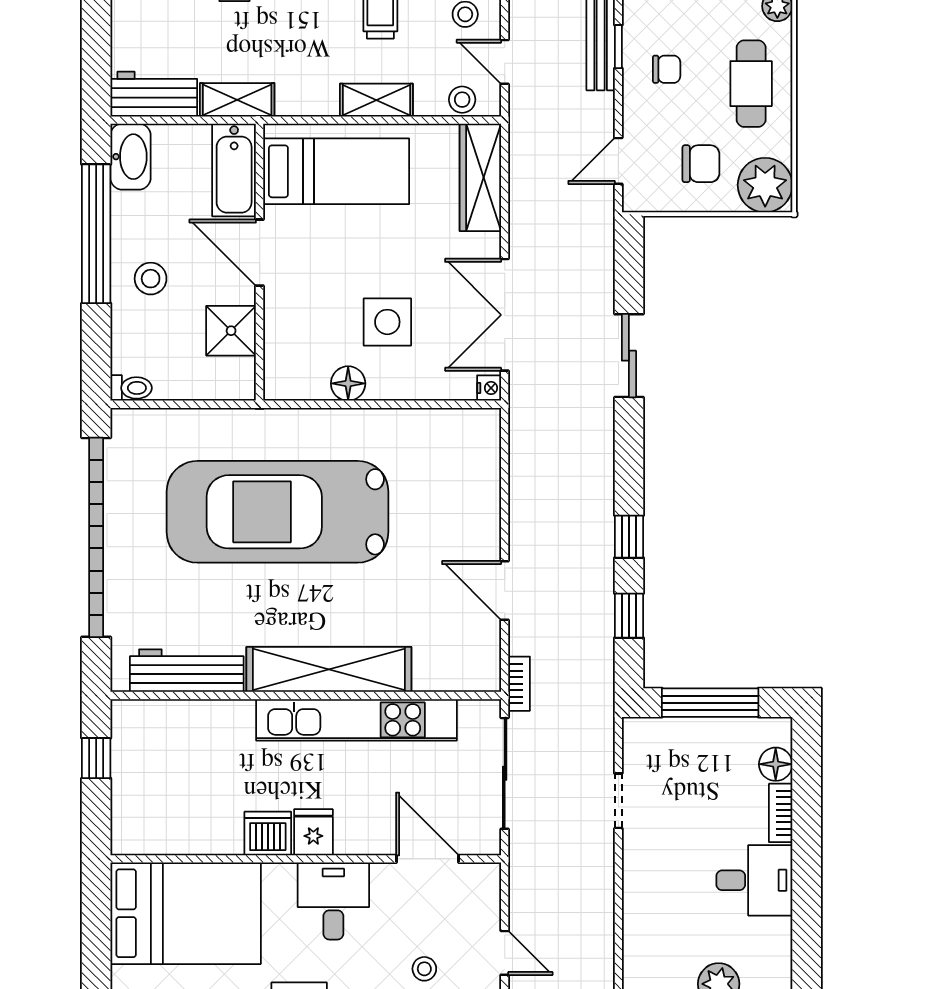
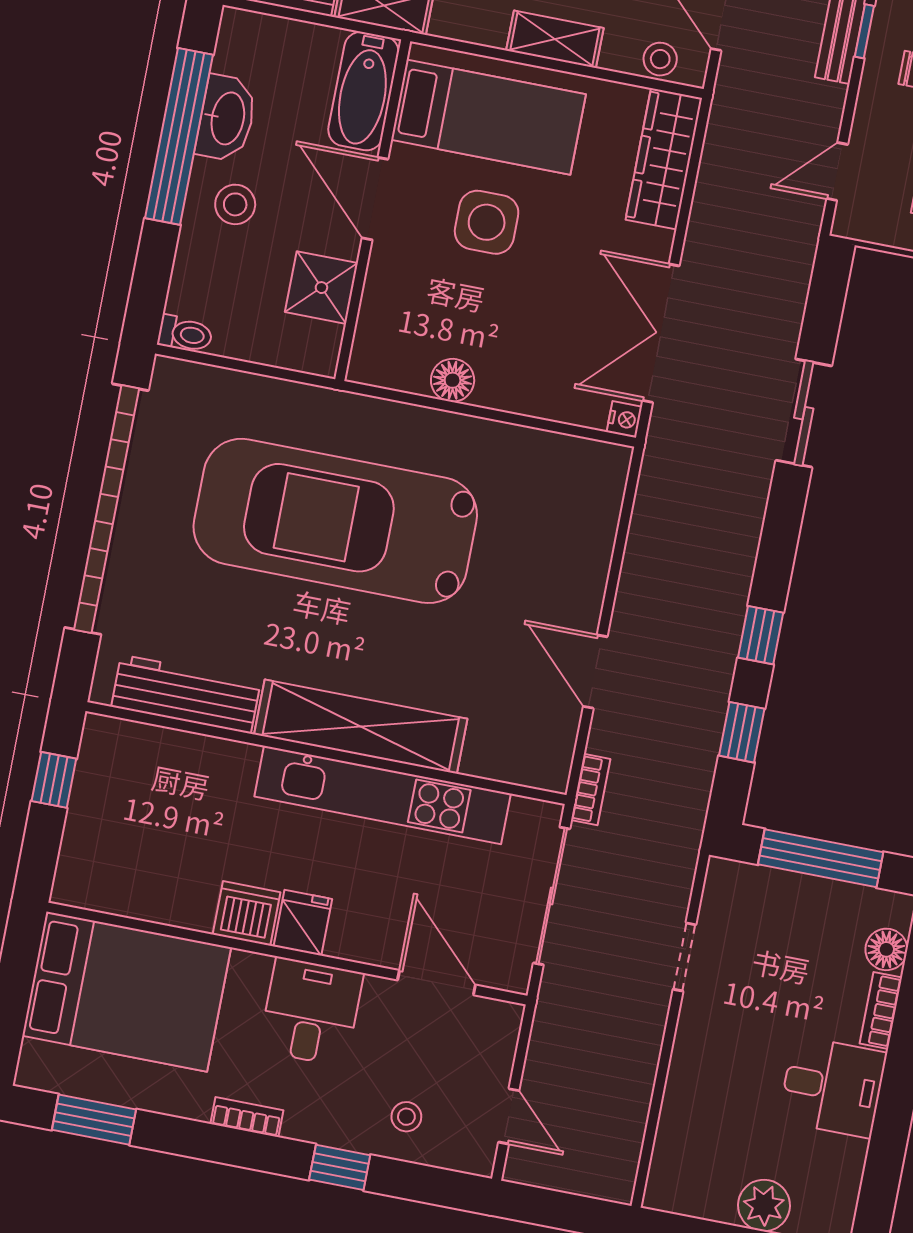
washbasin: (131, 157) -> (226, 118), moved
side table: (387, 322) -> (487, 222), moved

